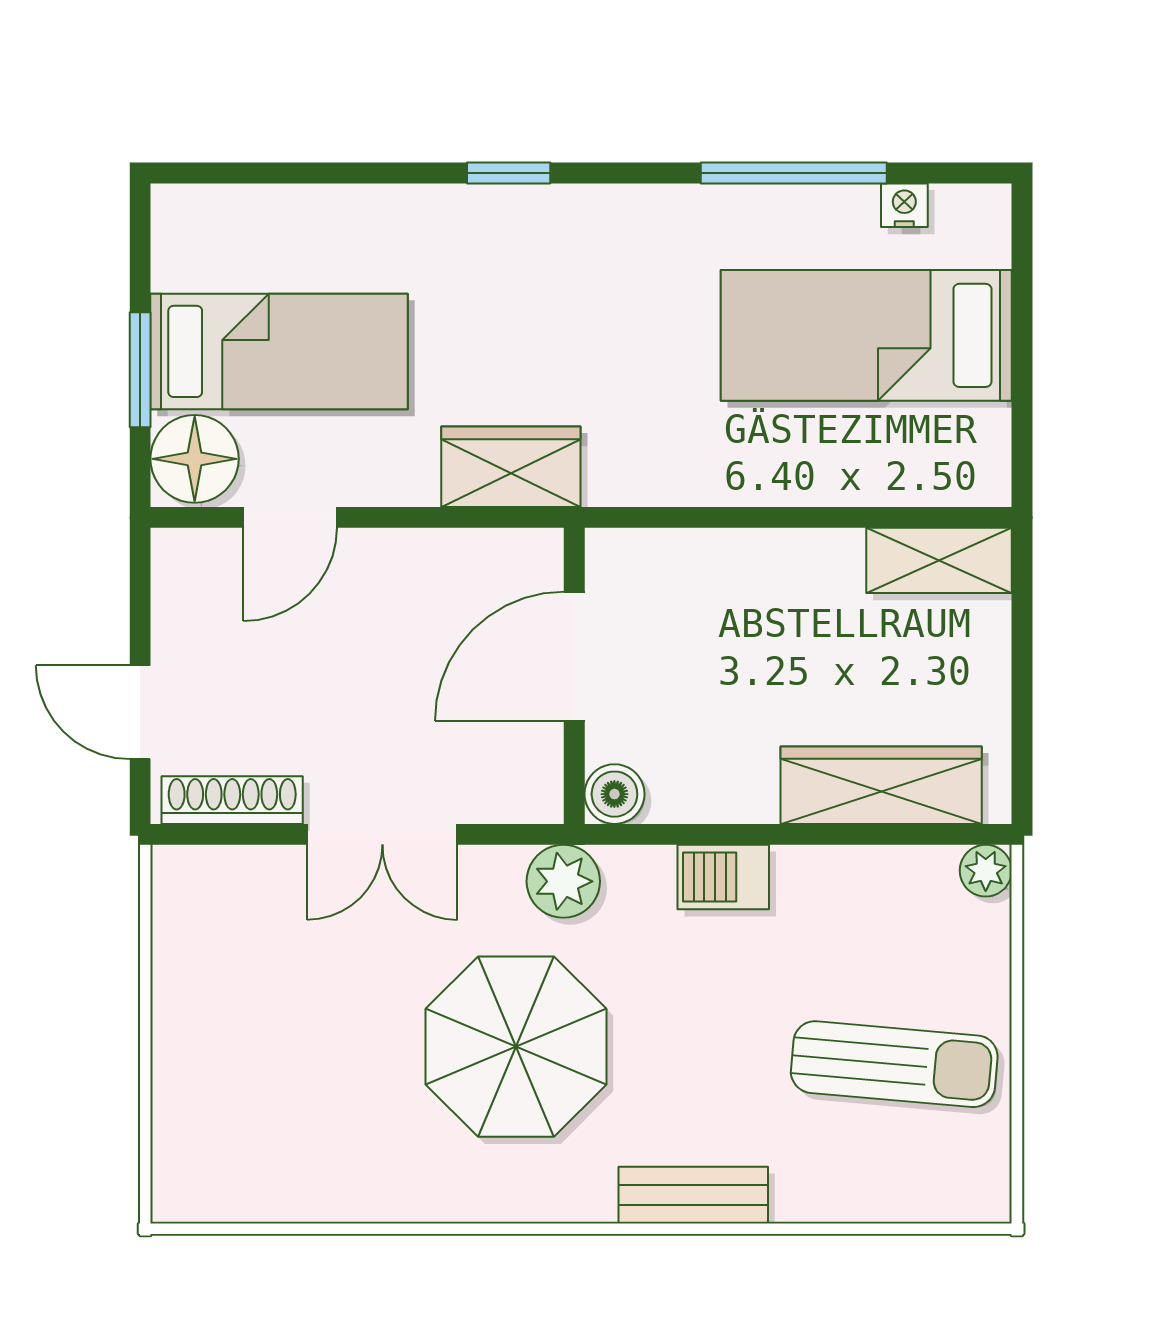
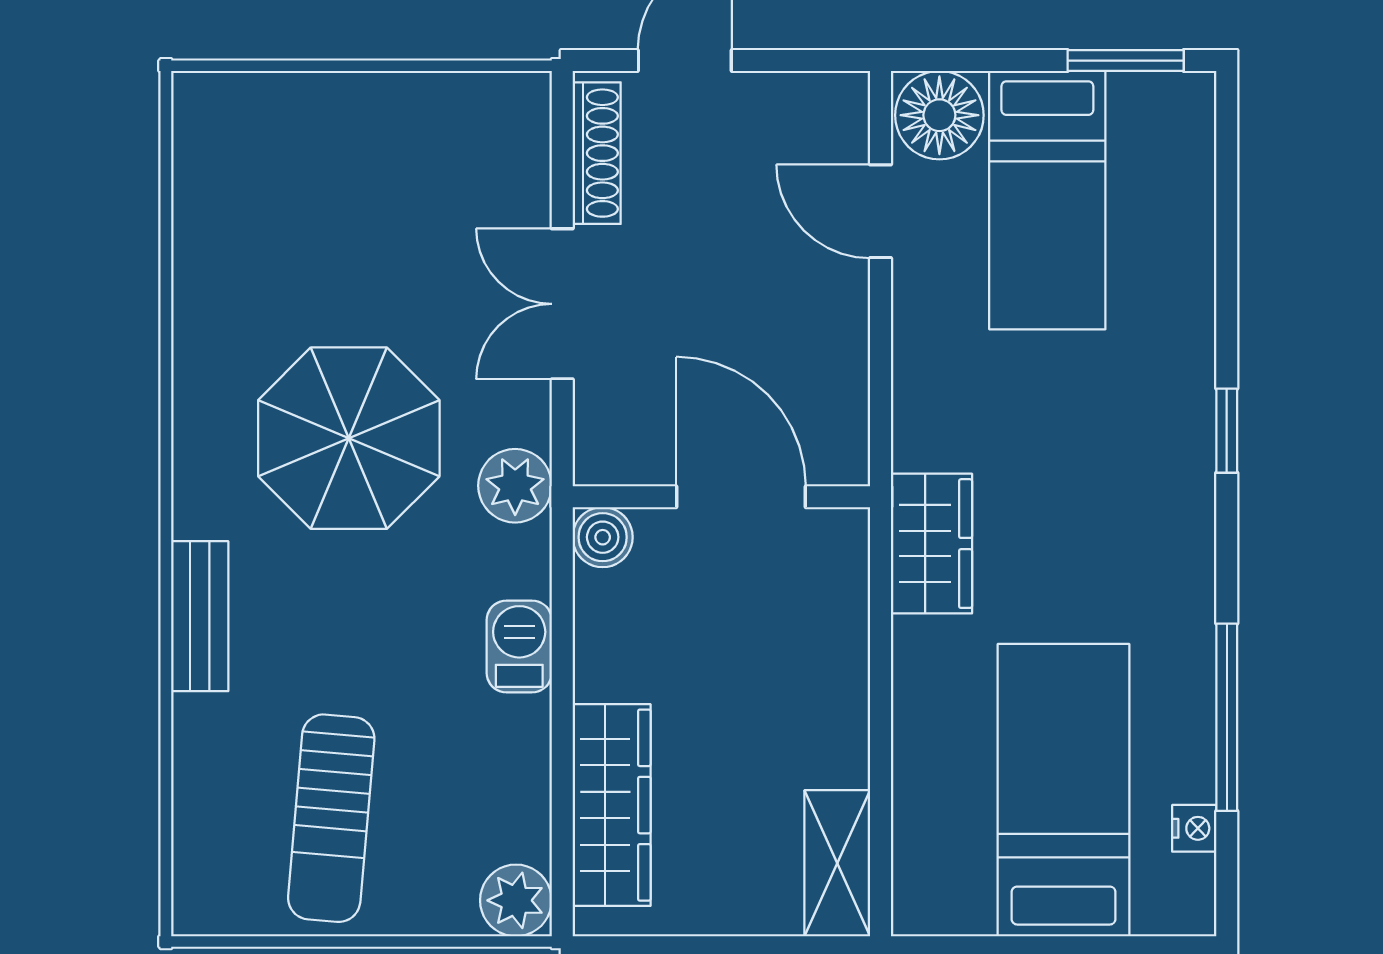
window: (140, 370) -> (1126, 61), moved
wardrobe: (511, 467) -> (932, 544), moved
plant: (986, 871) -> (516, 900), width x1.38, depth x1.38

